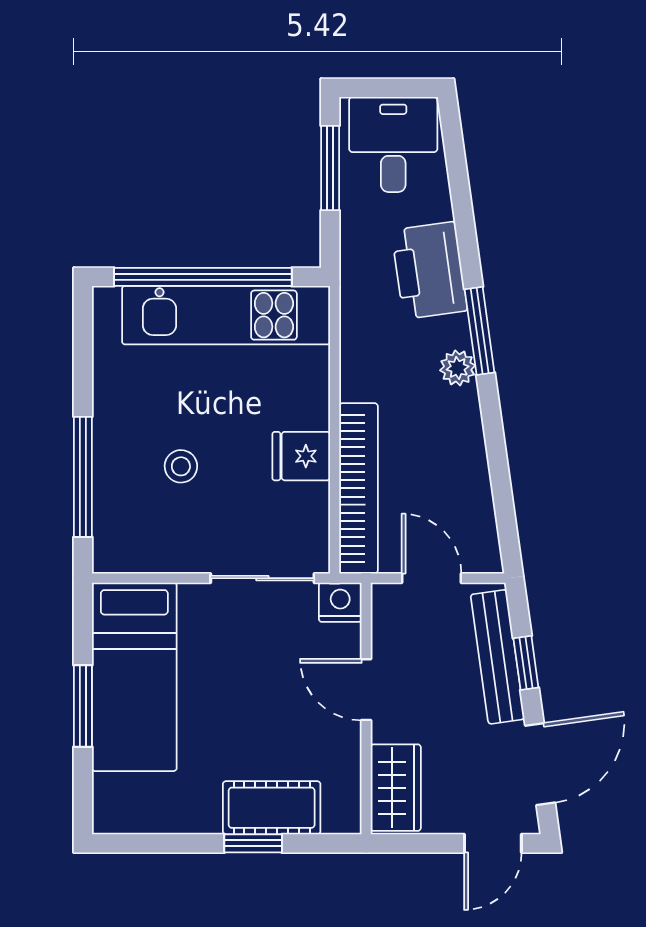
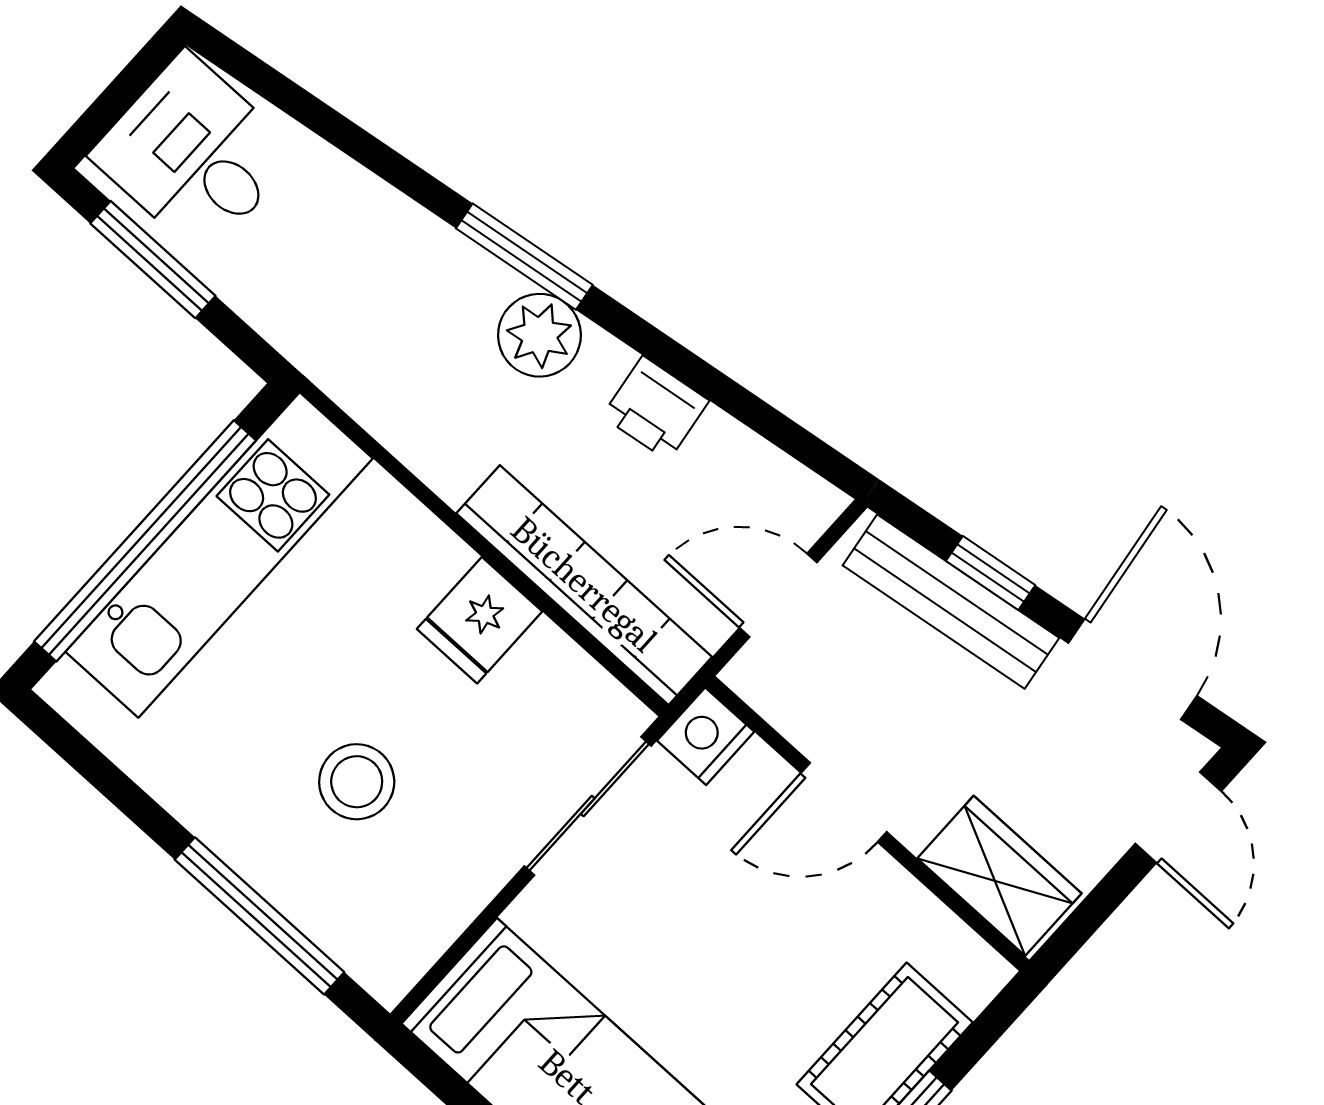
printer: (429, 270) -> (656, 408), moved, width x0.53, depth x0.68
plant: (458, 368) -> (539, 335), width x1.38, depth x1.38
stool: (181, 466) -> (357, 782), width x1.37, depth x1.37

